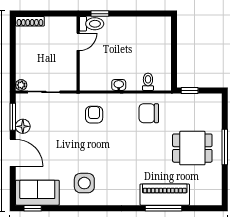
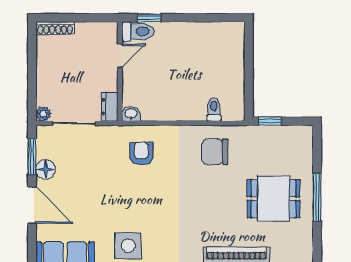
dresser: (71, 80) -> (110, 107), added
washbasin: (119, 85) -> (131, 114), moved

